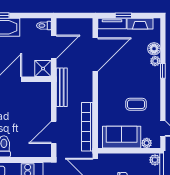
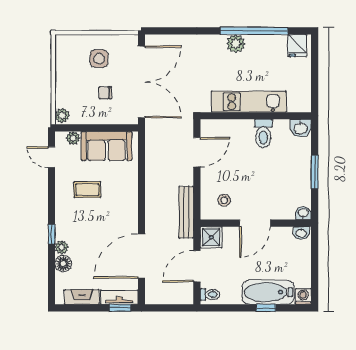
window: (123, 16) -> (120, 308), moved
stool: (33, 96) -> (224, 200), added
bookcase: (87, 127) -> (152, 160), removed

